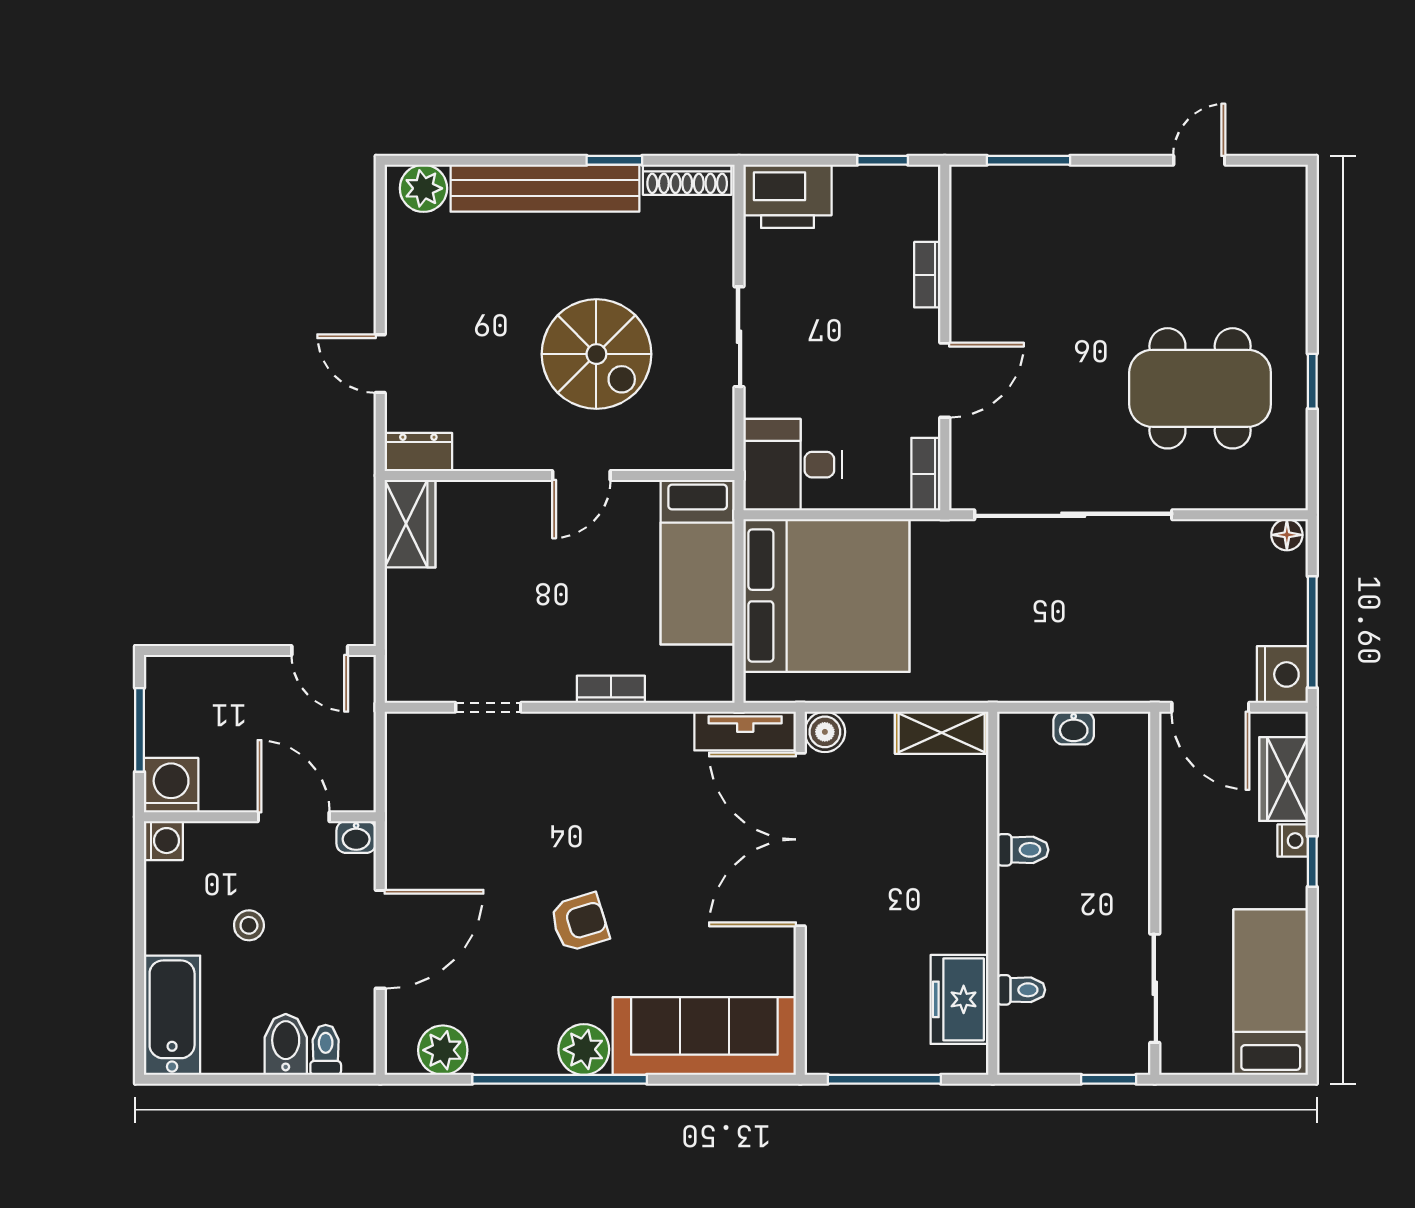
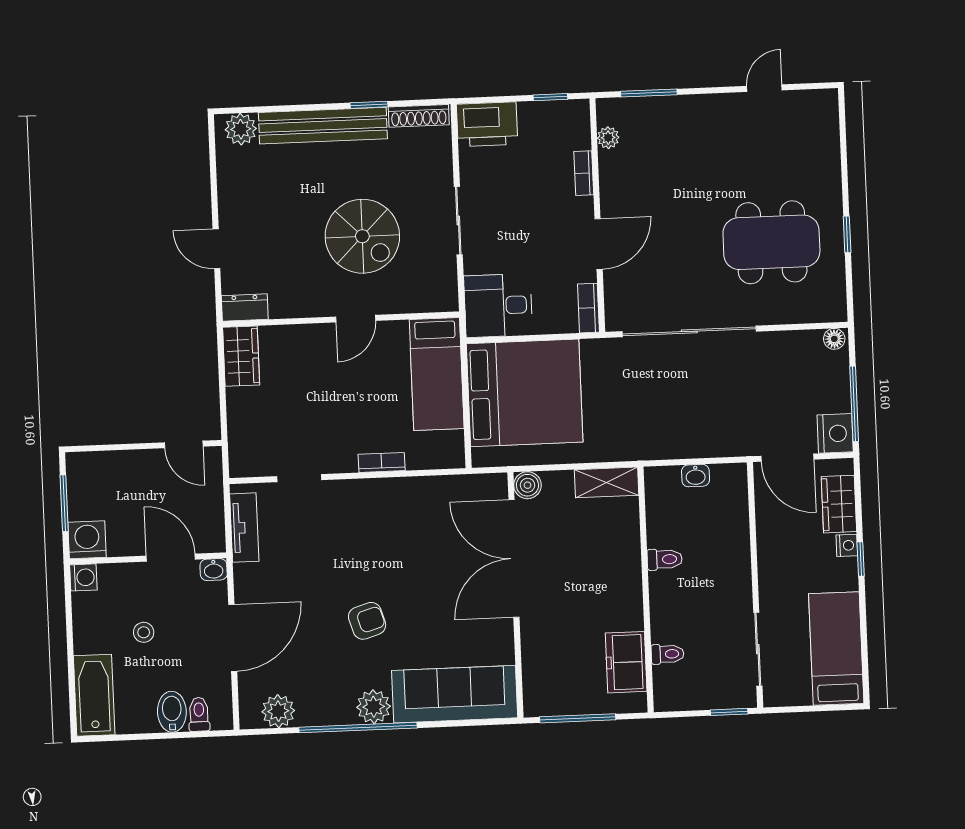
plant: (965, 224) -> (608, 138), added
tv unit: (745, 731) -> (244, 528), moved, turned -90

